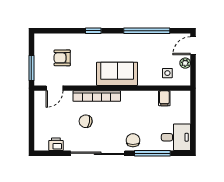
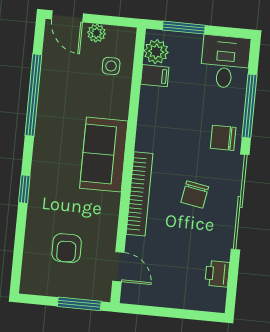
plant: (178, 98) -> (156, 52), added
window: (193, 112) -> (184, 28), added
chair: (86, 121) -> (195, 195), moved

